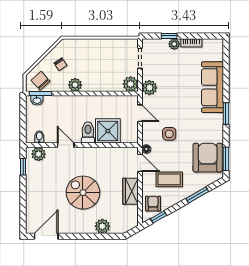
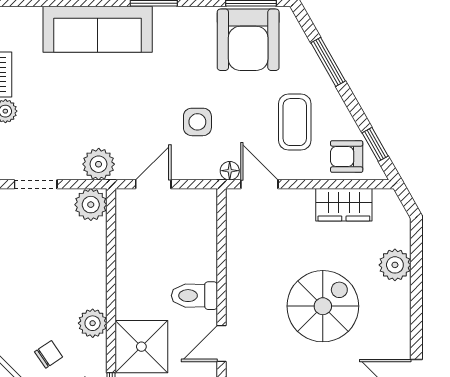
shower: (108, 131) -> (141, 347), moved
armchair: (208, 158) -> (248, 40), turned -90
door: (140, 163) -> (259, 184), hinge flipped
wardrobe: (130, 191) -> (344, 205), moved
spiral stairs: (83, 193) -> (323, 306), turned 180

